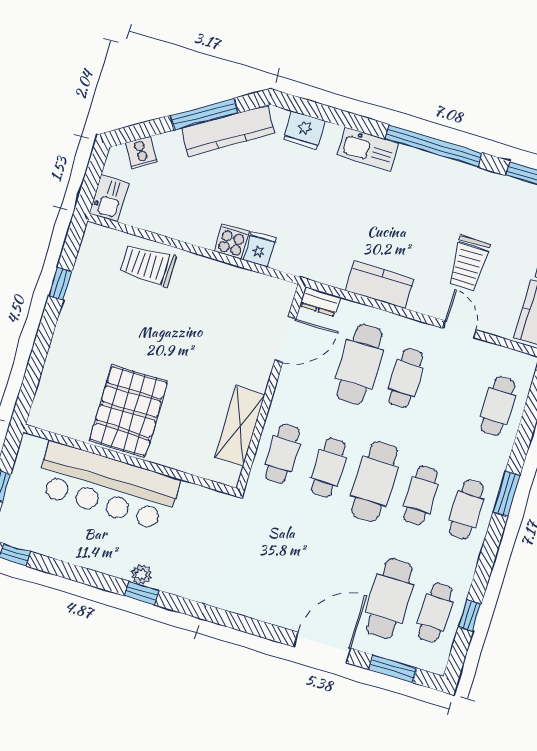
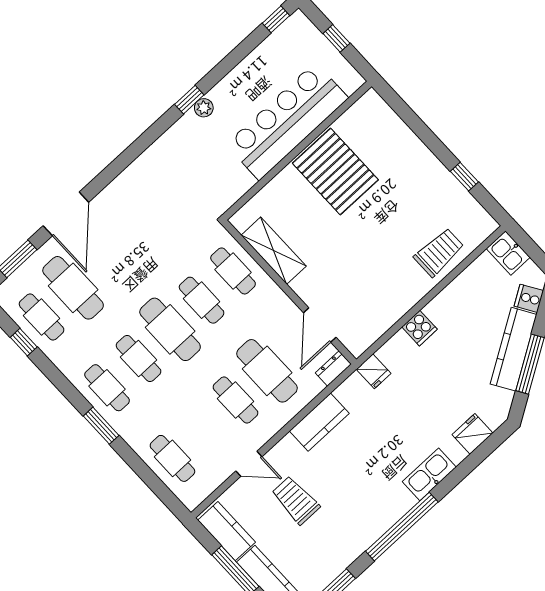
kitchen counter: (228, 131) -> (513, 349), moved
fridge: (259, 249) -> (374, 371), moved

